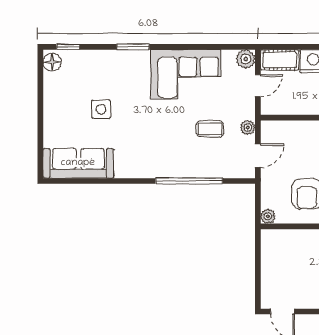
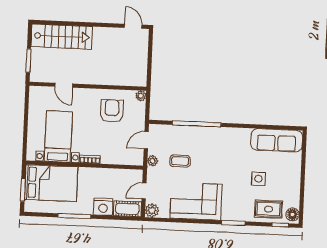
rug: (85, 68) -> (268, 209), added

